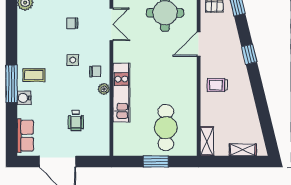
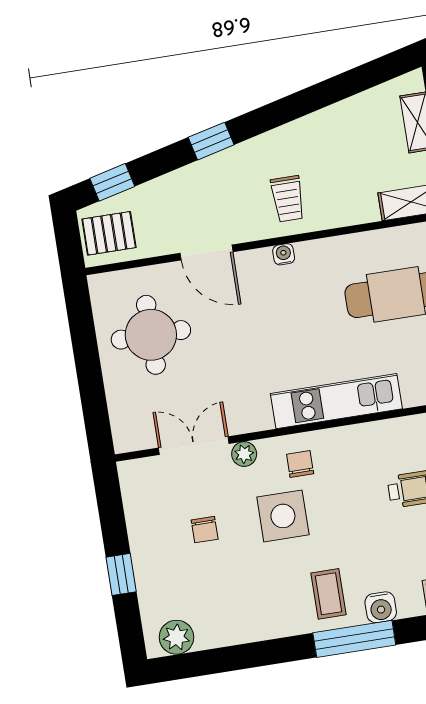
side table: (73, 60) -> (283, 516), width x1.87, depth x1.87
water cooler: (192, 79) -> (284, 254), added
plant: (104, 89) -> (244, 454), moved

